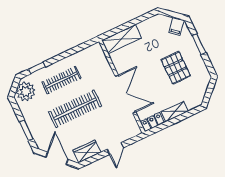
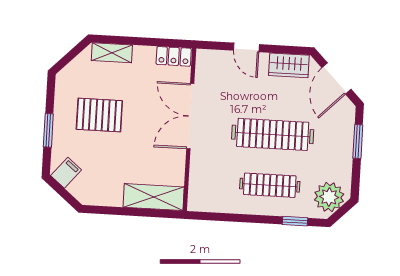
pallet: (176, 68) -> (99, 115), turned 90
shelving: (175, 111) -> (112, 53), moved
door: (115, 149) -> (246, 47), swing flipped

